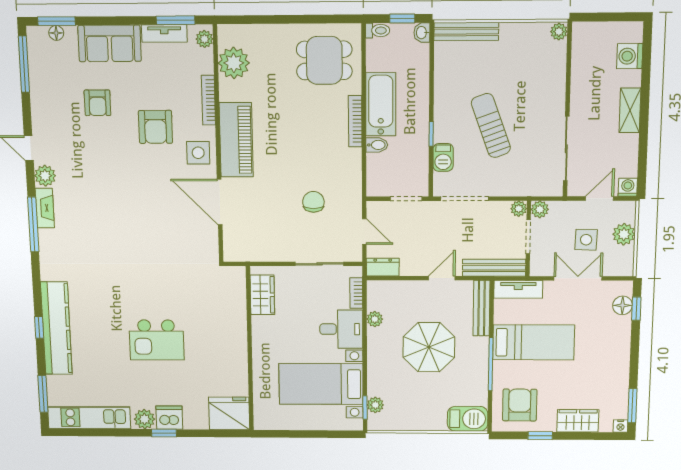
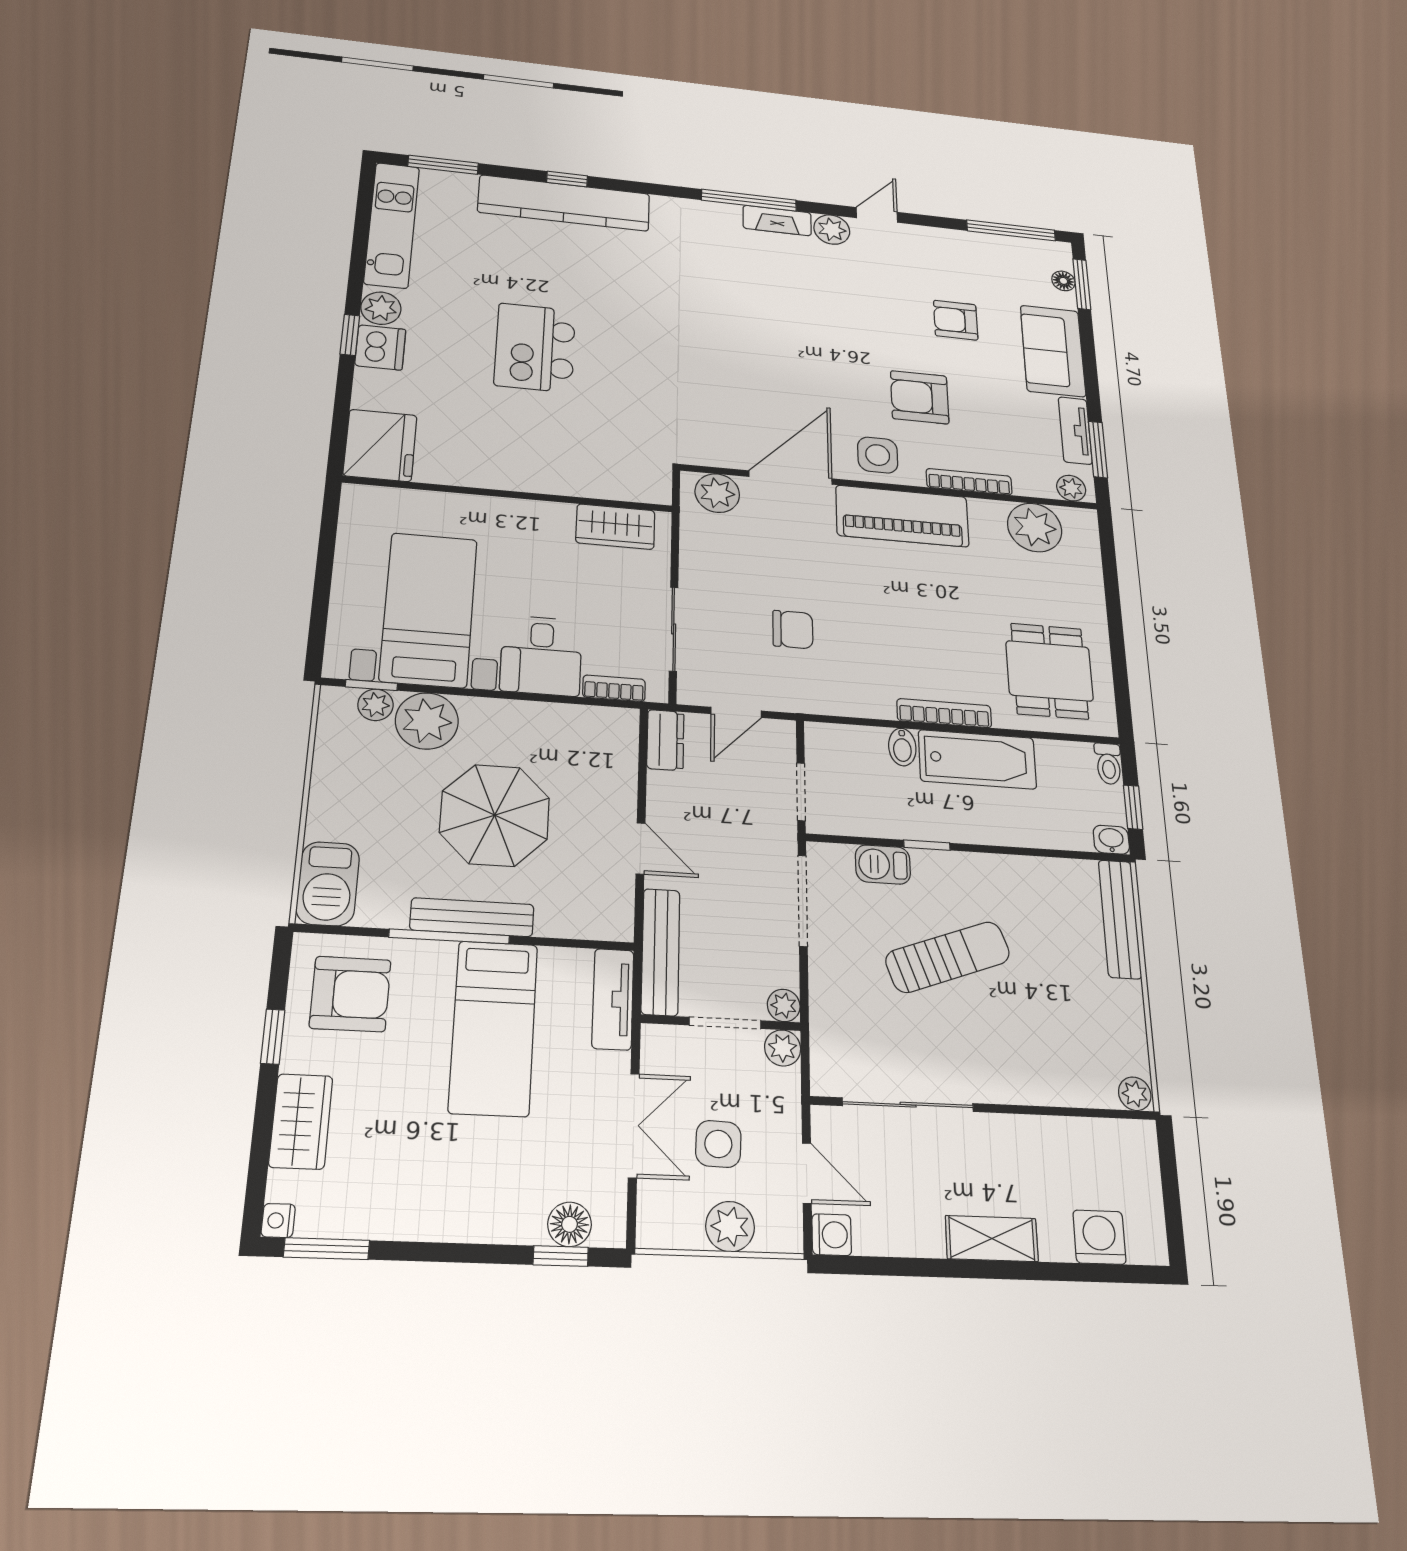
plant: (235, 242) -> (717, 493), added
bench: (481, 308) -> (472, 917), moved
plant: (375, 319) -> (427, 721), moved, width x1.88, depth x1.88

